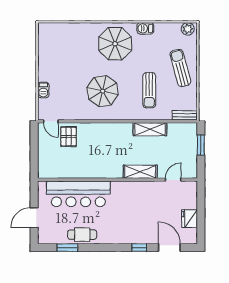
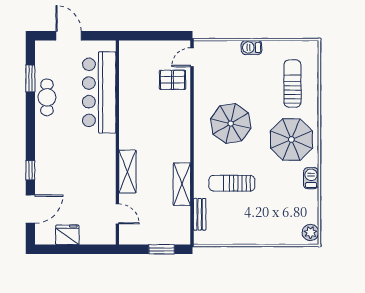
sun lounger: (180, 68) -> (292, 84), moved, turned -75
barbecue: (43, 90) -> (252, 48), moved
bench: (185, 115) -> (200, 214), moved

